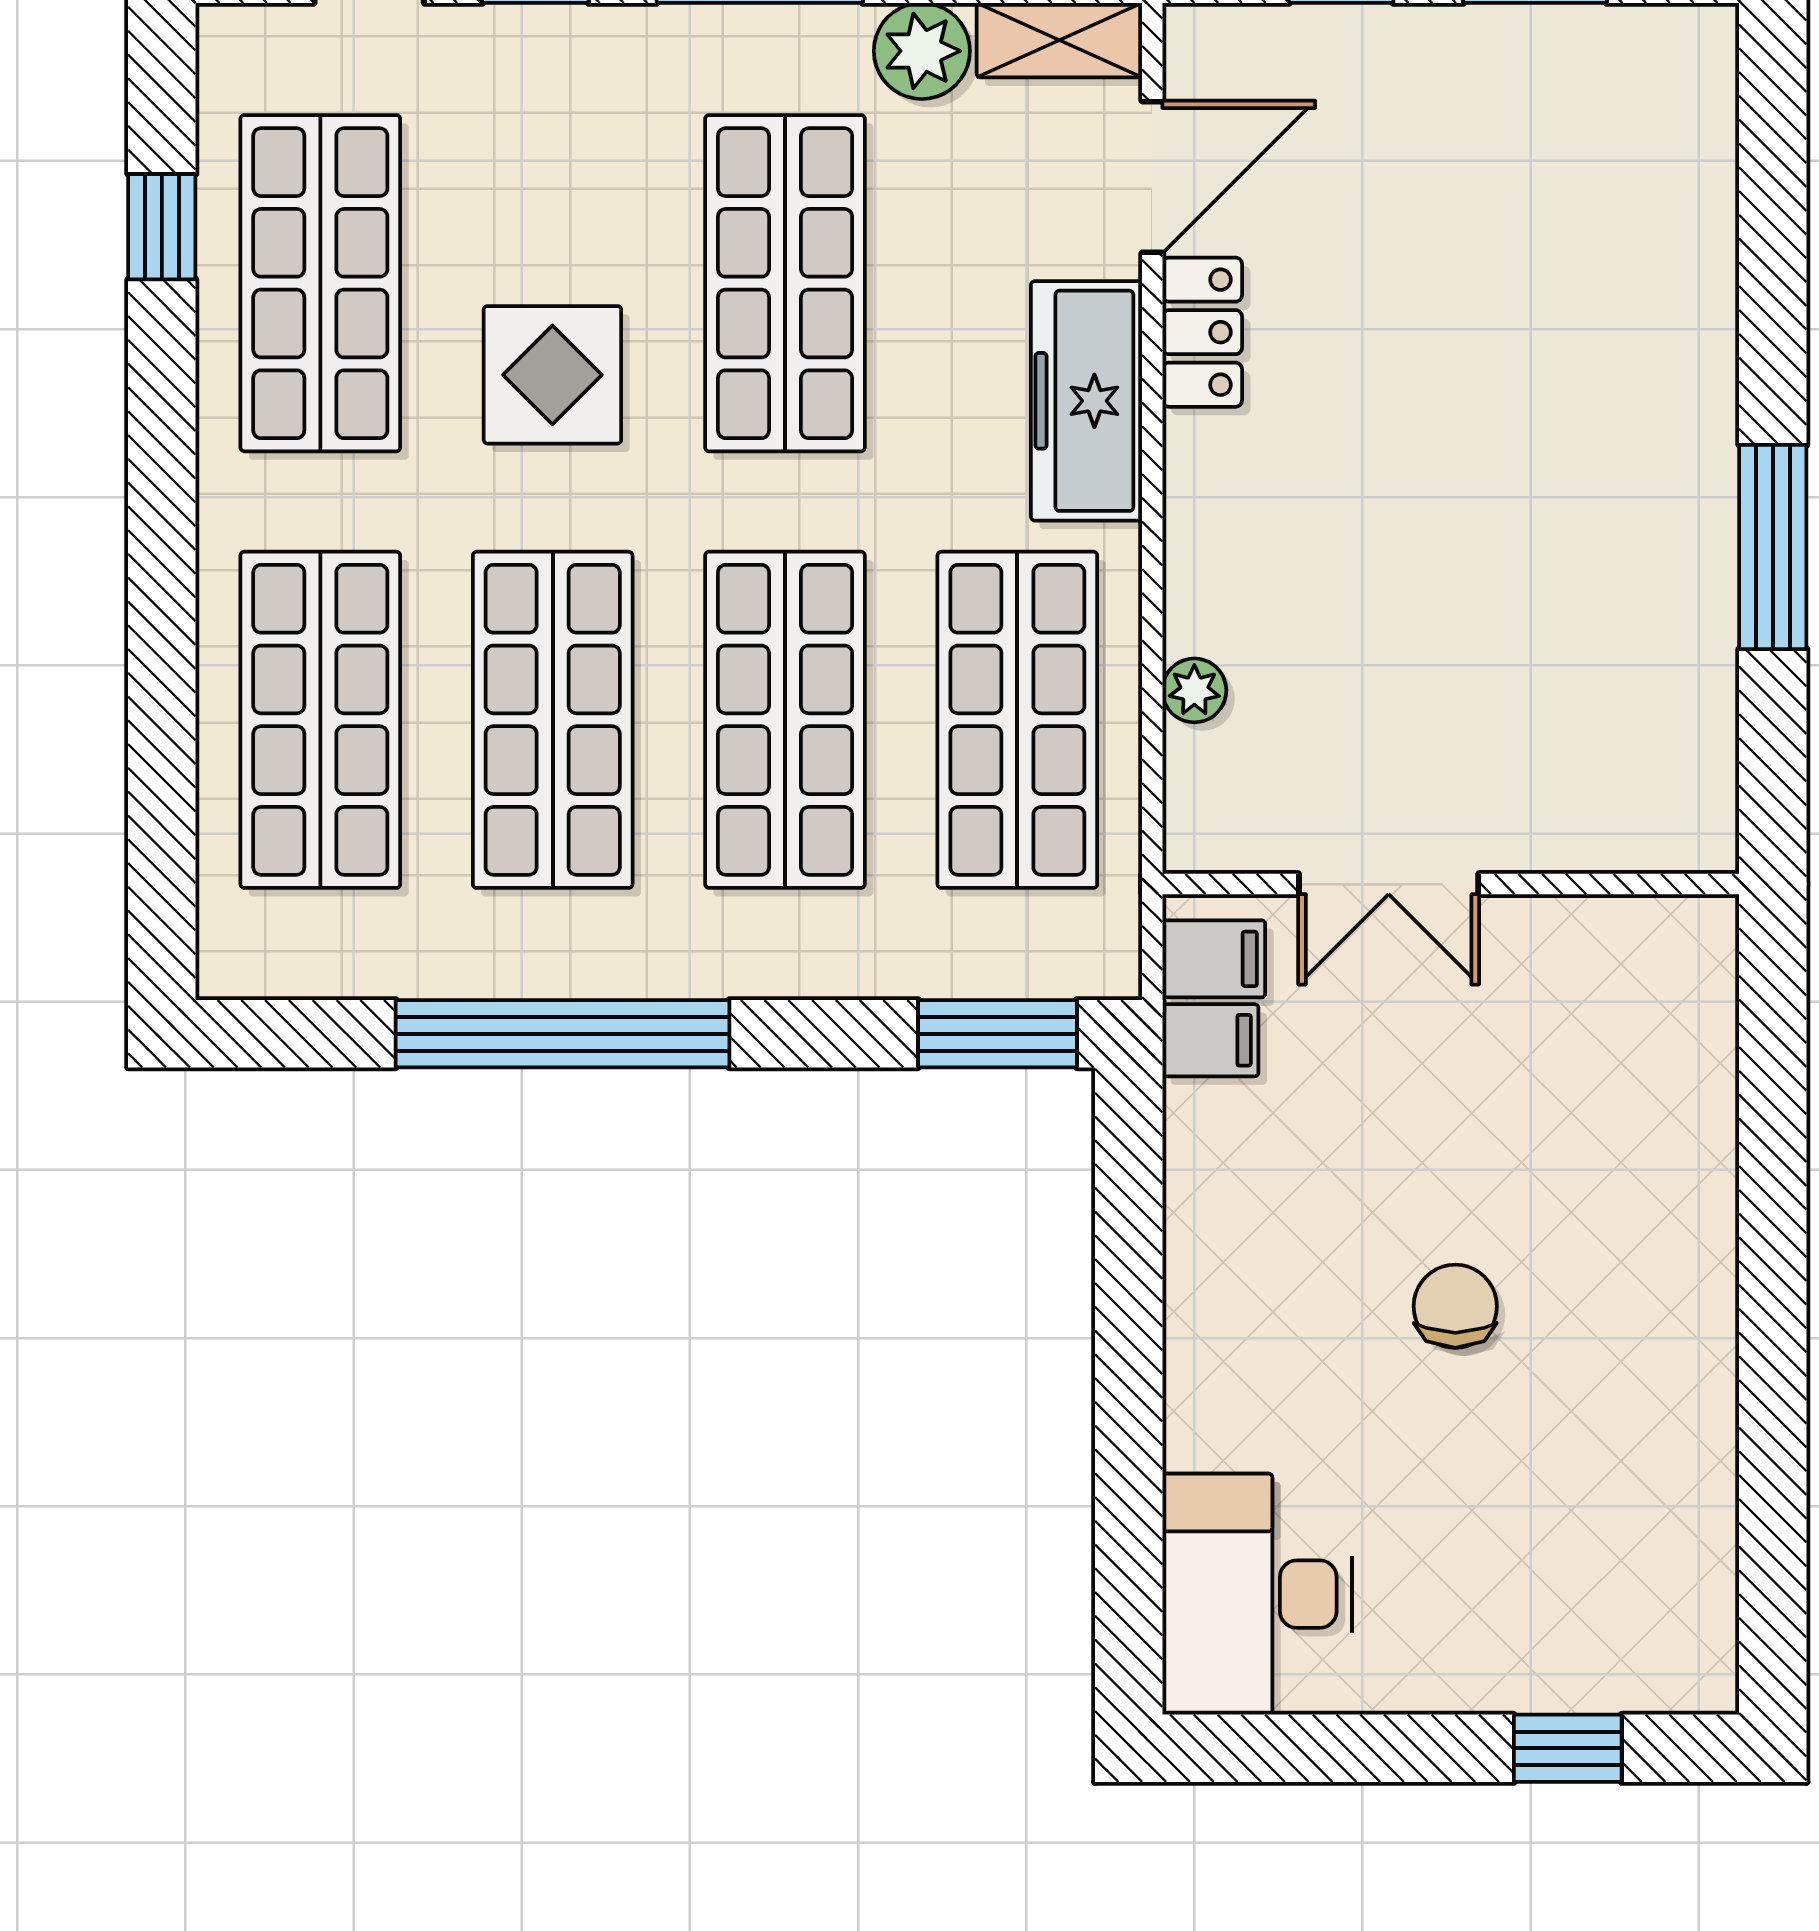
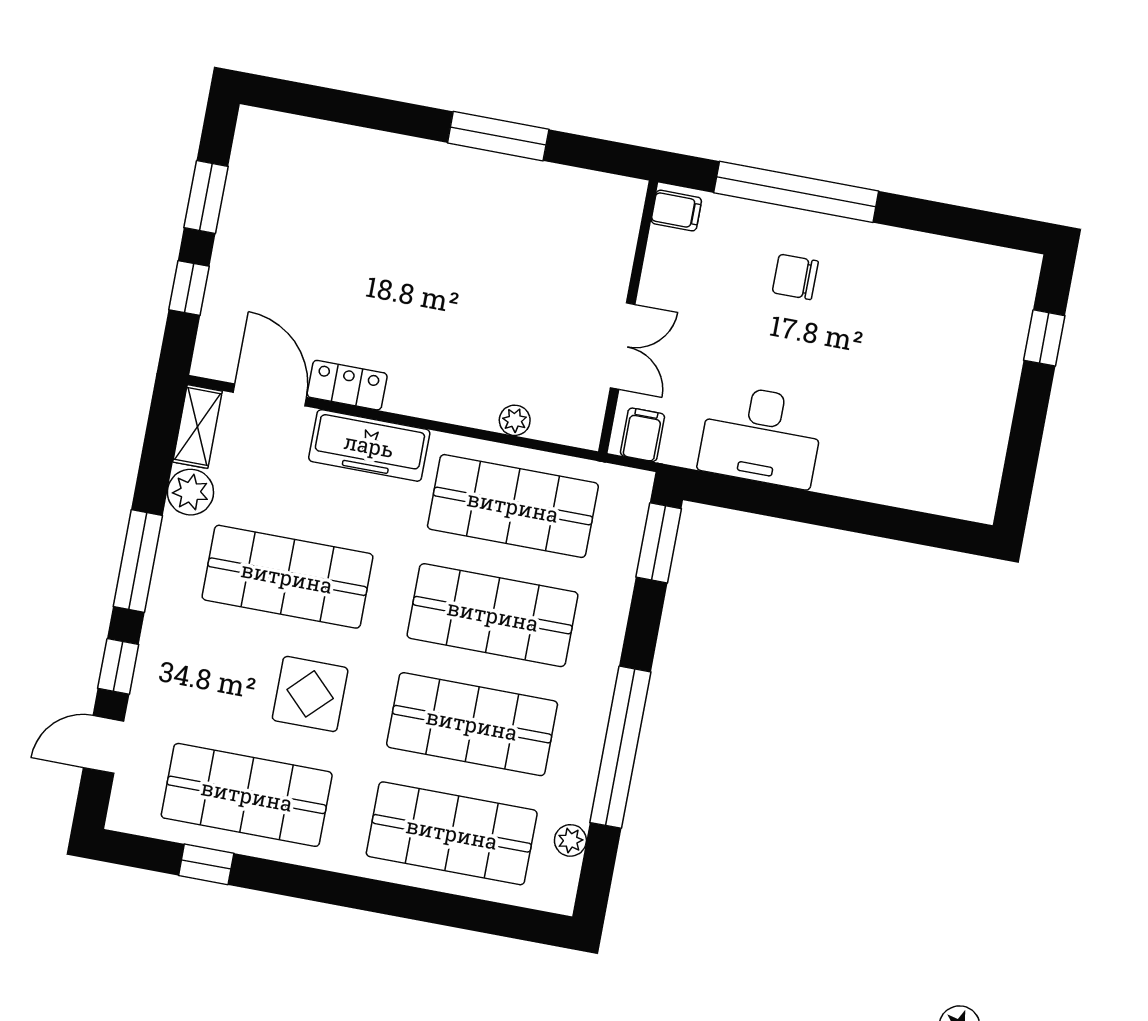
plant: (351, 967) -> (570, 840), added
filing cabinet: (1210, 1040) -> (676, 211), moved, turned 90
window: (1773, 1182) -> (796, 192), added
chair: (1455, 1306) -> (795, 277), moved
desk: (1257, 1594) -> (761, 436), moved

